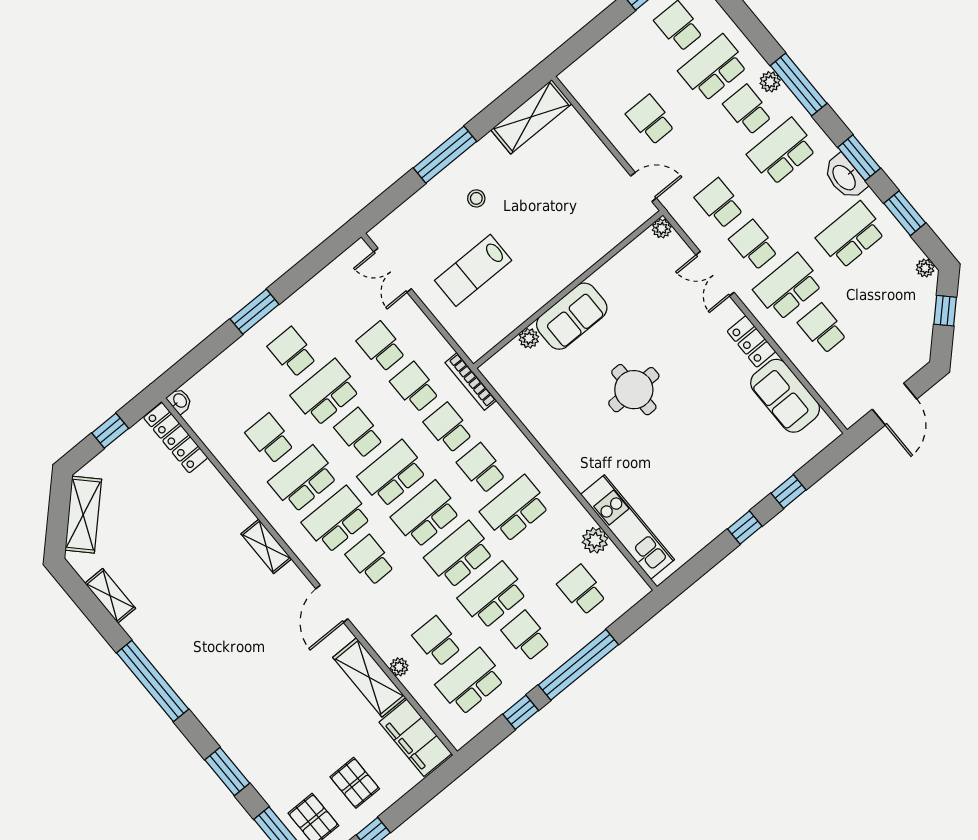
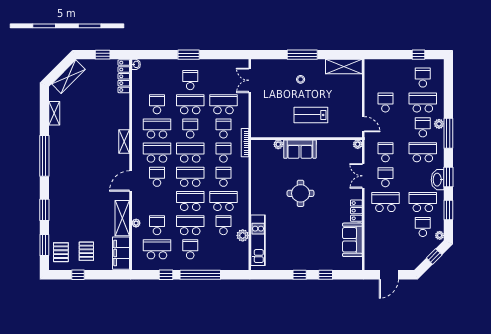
lab bench: (473, 270) -> (311, 115), moved
school desk: (823, 329) -> (423, 227), moved
school desk: (381, 347) -> (223, 104), width x1.85
school desk: (582, 590) -> (223, 225), moved

